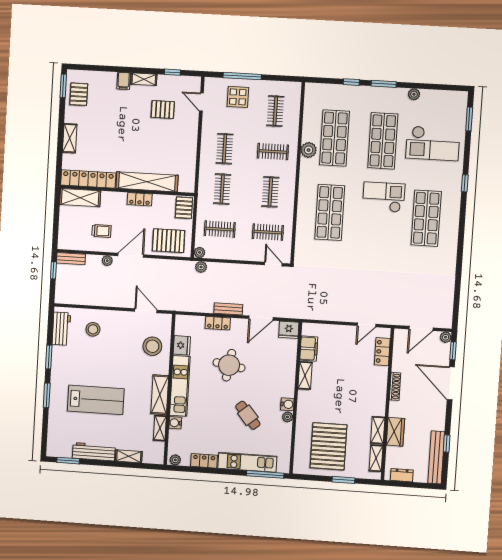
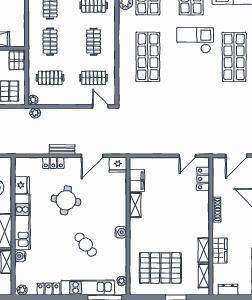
plant: (288, 417) -> (122, 281), moved
pallet: (328, 446) -> (160, 268), turned 90

